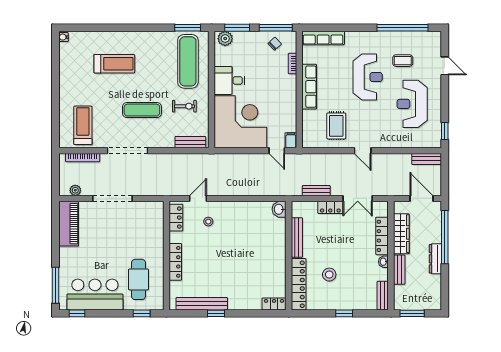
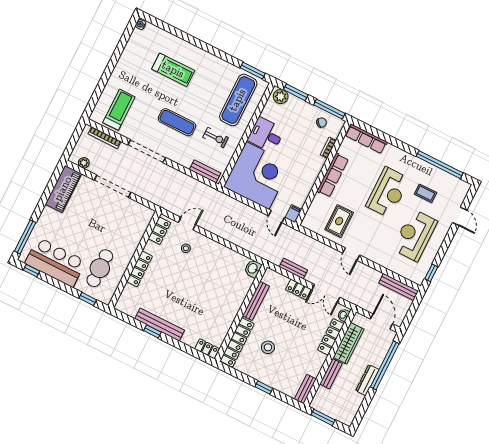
bench: (427, 159) -> (399, 287), width x1.36
washbasin: (383, 262) -> (343, 315), moved
bench: (202, 304) -> (160, 325), moved

